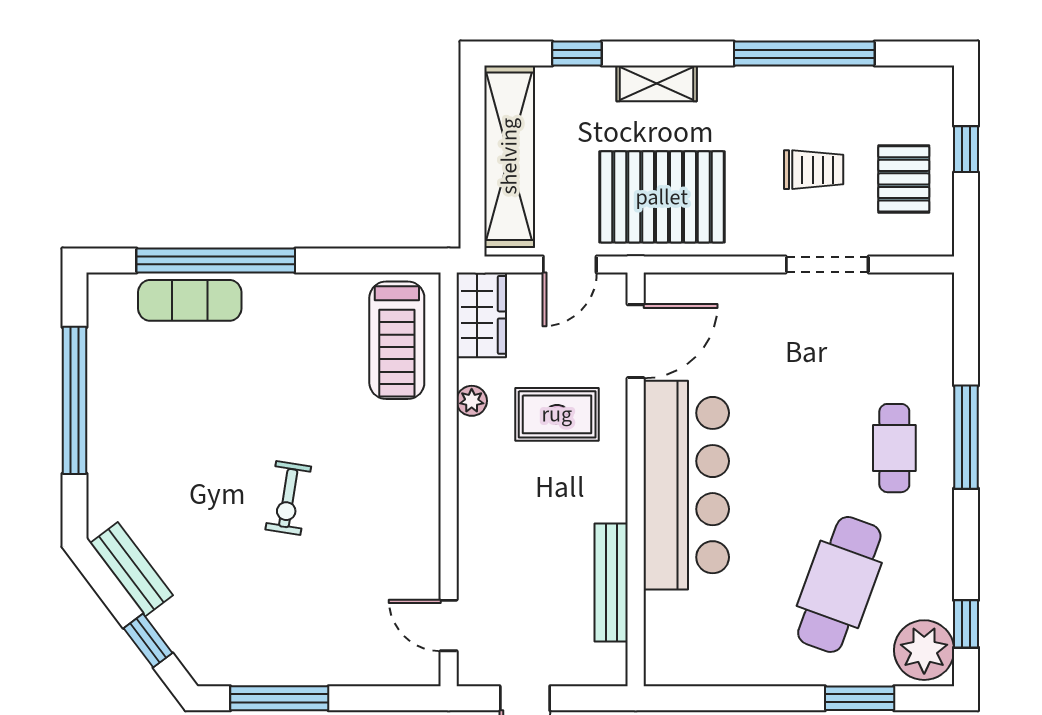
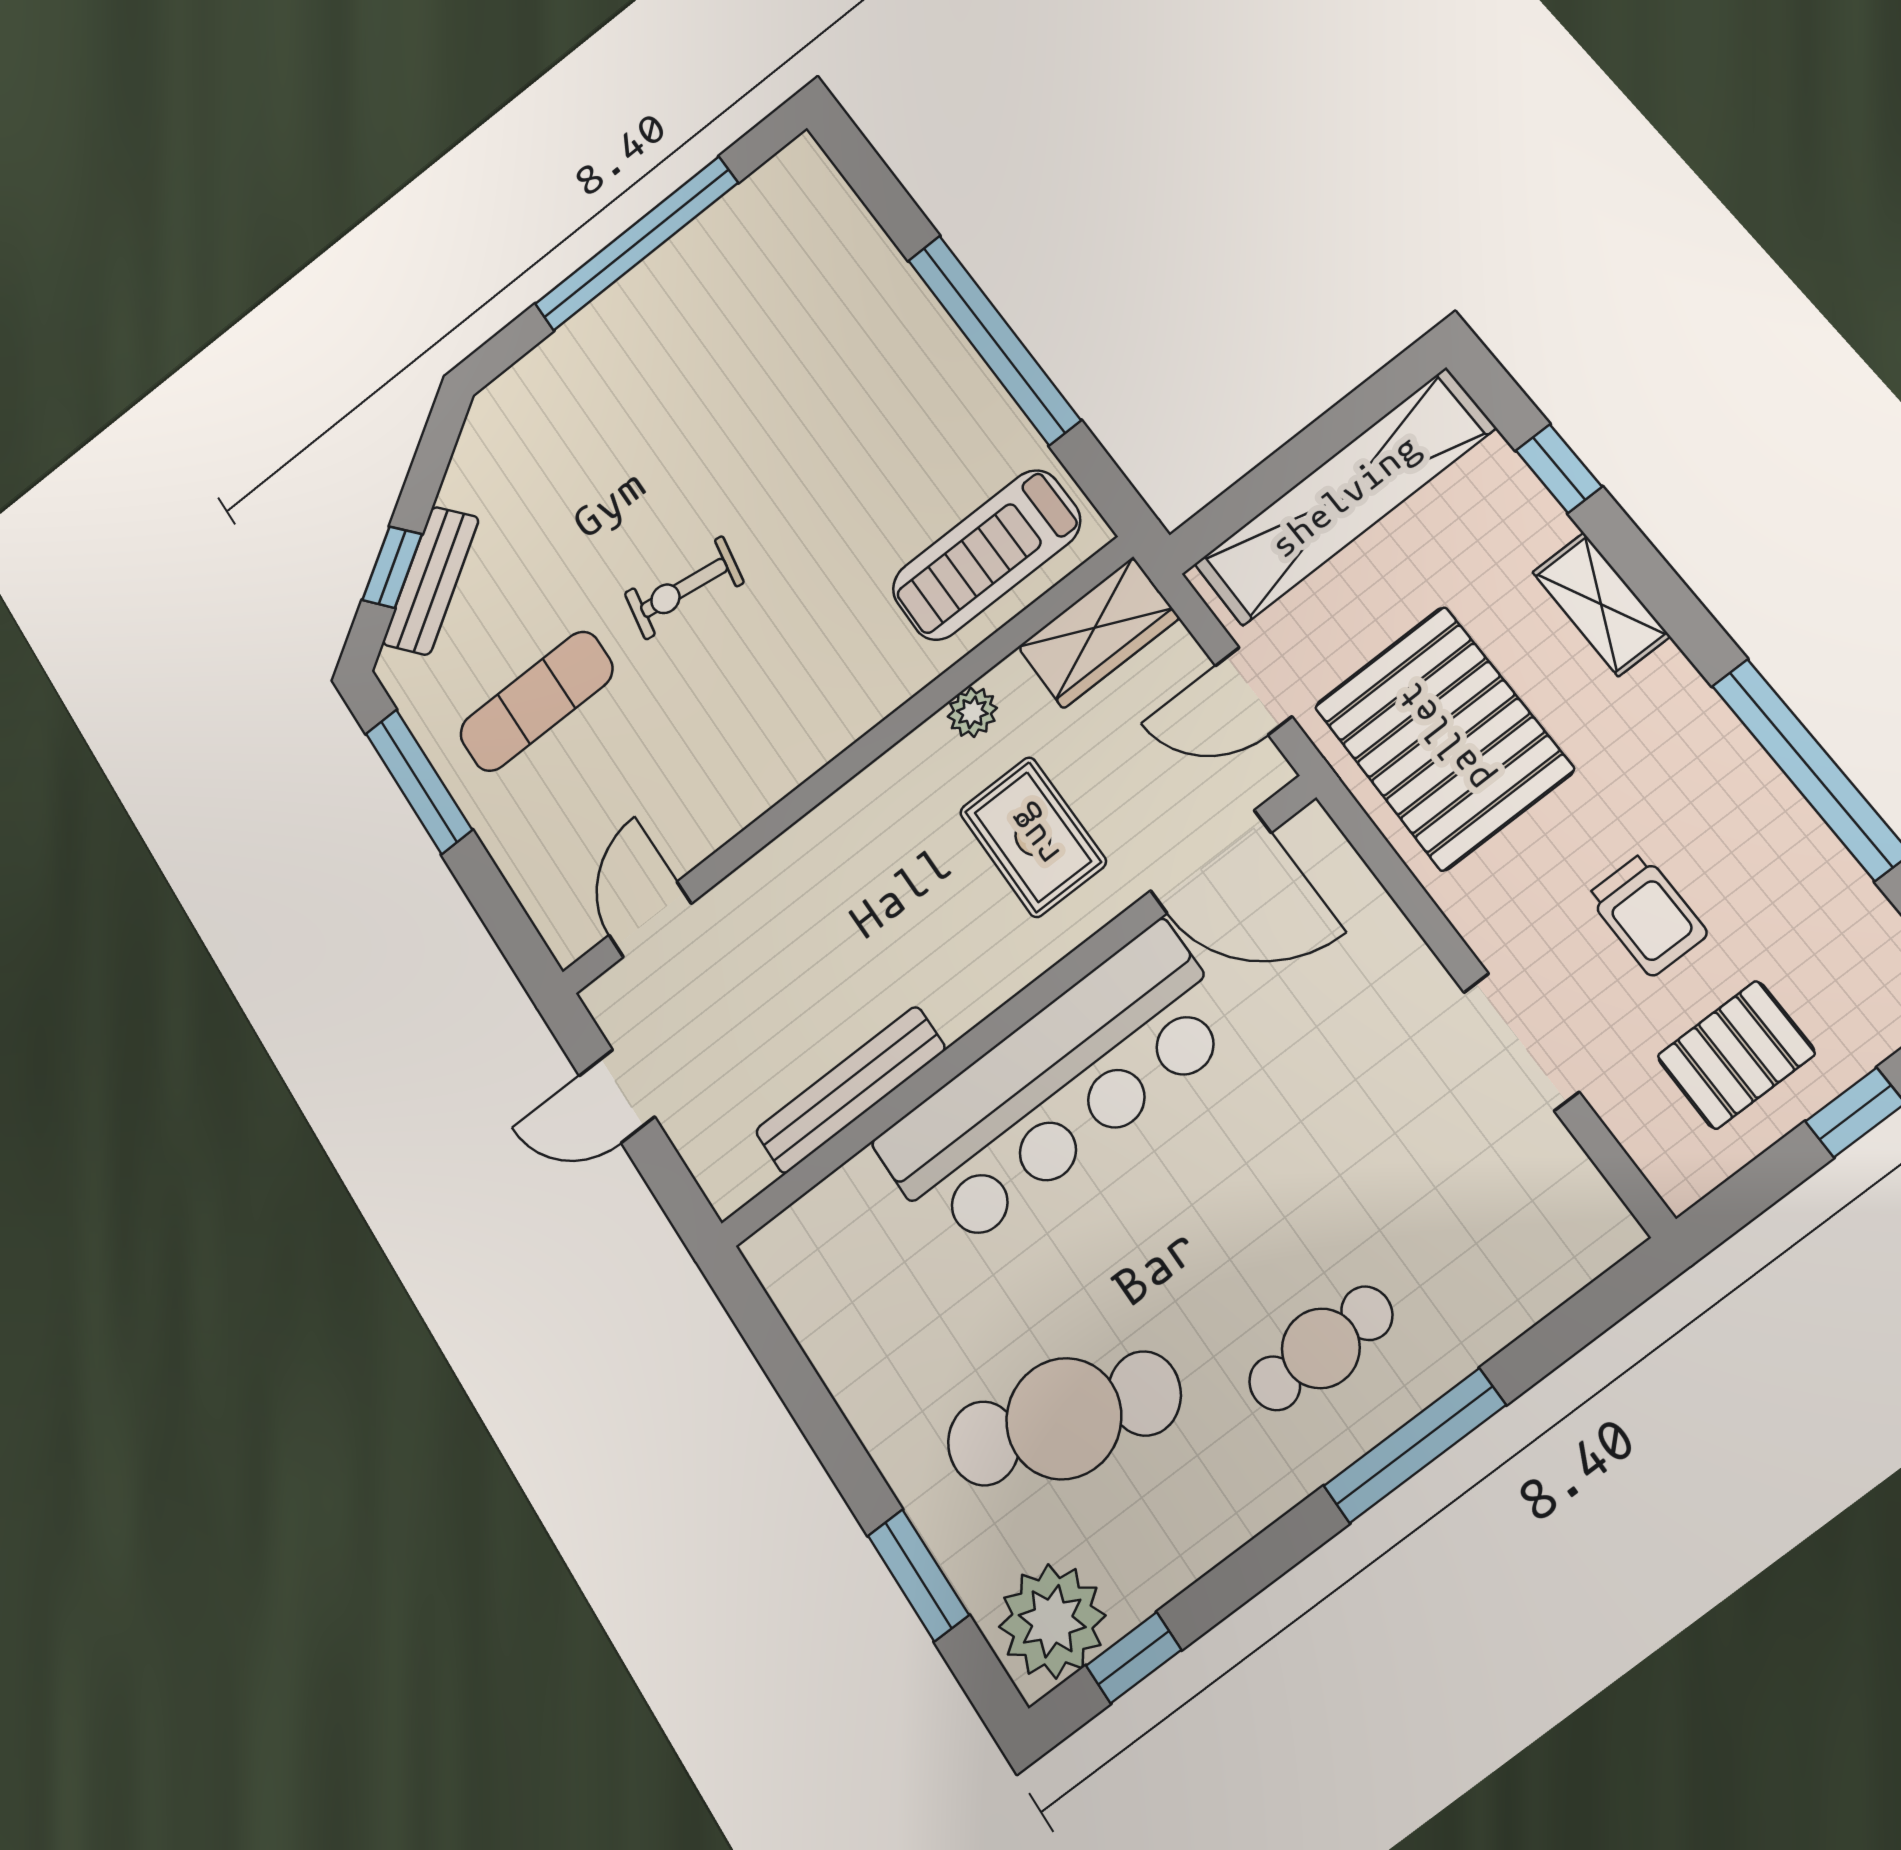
window: (216, 260) -> (994, 339), moved
exercise mat: (190, 300) -> (536, 701), moved, turned 90
bench: (131, 569) -> (431, 581), moved

